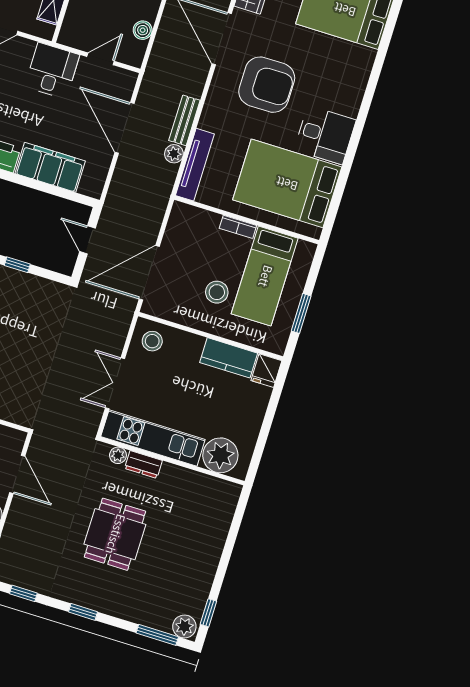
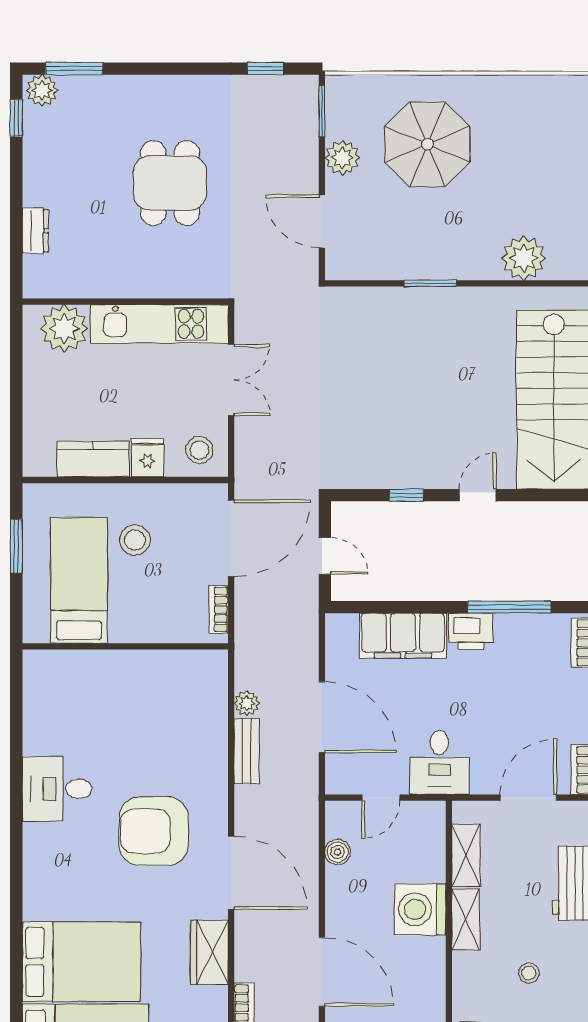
tv unit: (195, 165) -> (215, 698), removed
bed: (287, 183) -> (87, 710), removed
bookcase: (238, 227) -> (218, 609), moved, turned -90
fridge: (266, 371) -> (148, 458), moved
plant: (118, 455) -> (198, 287), removed
dresser: (143, 464) -> (35, 231), moved, turned 90
window: (83, 612) -> (180, 69), removed

